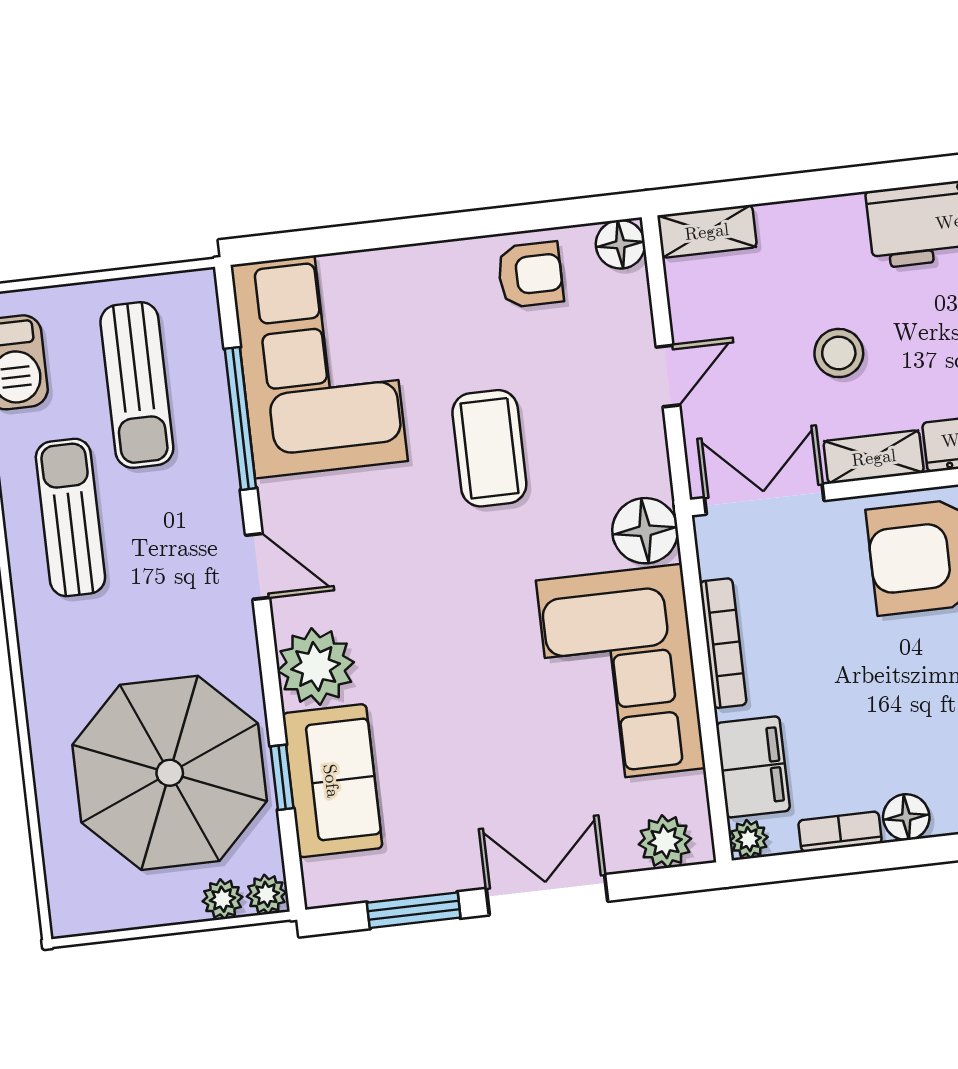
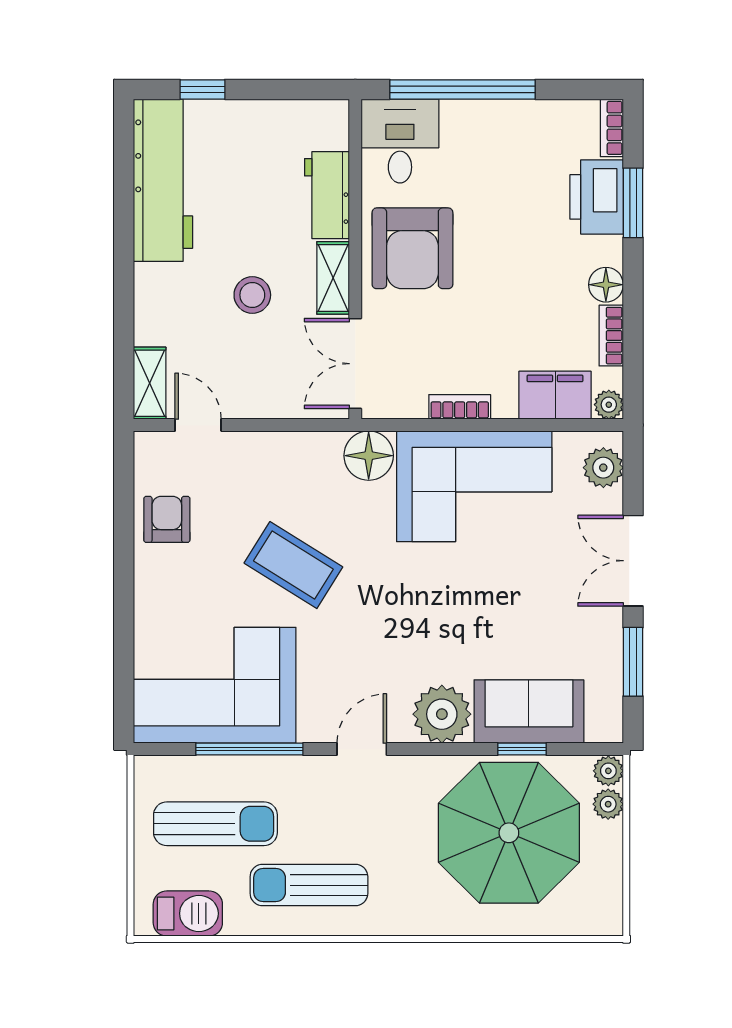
floor lamp: (620, 244) -> (152, 449), removed
door: (668, 376) -> (198, 425), moved
coffee table: (489, 448) -> (293, 565), turned 32
bookcase: (723, 643) -> (460, 407), width x0.64

